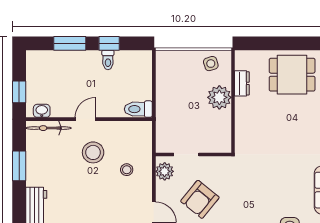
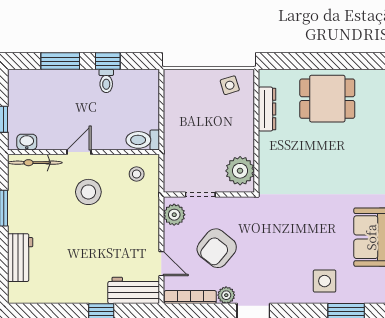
dresser: (242, 83) -> (267, 109), width x1.44
plant: (219, 97) -> (240, 171), moved
stool: (127, 170) -> (137, 174), moved

